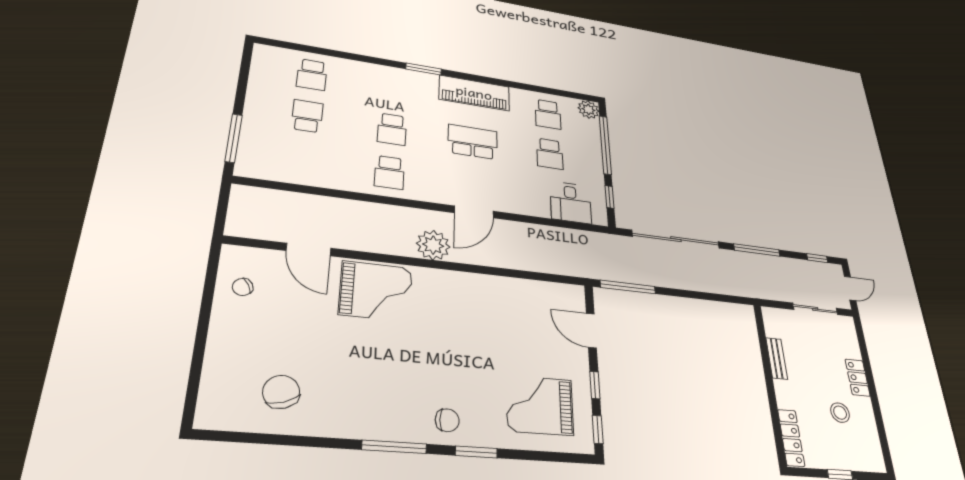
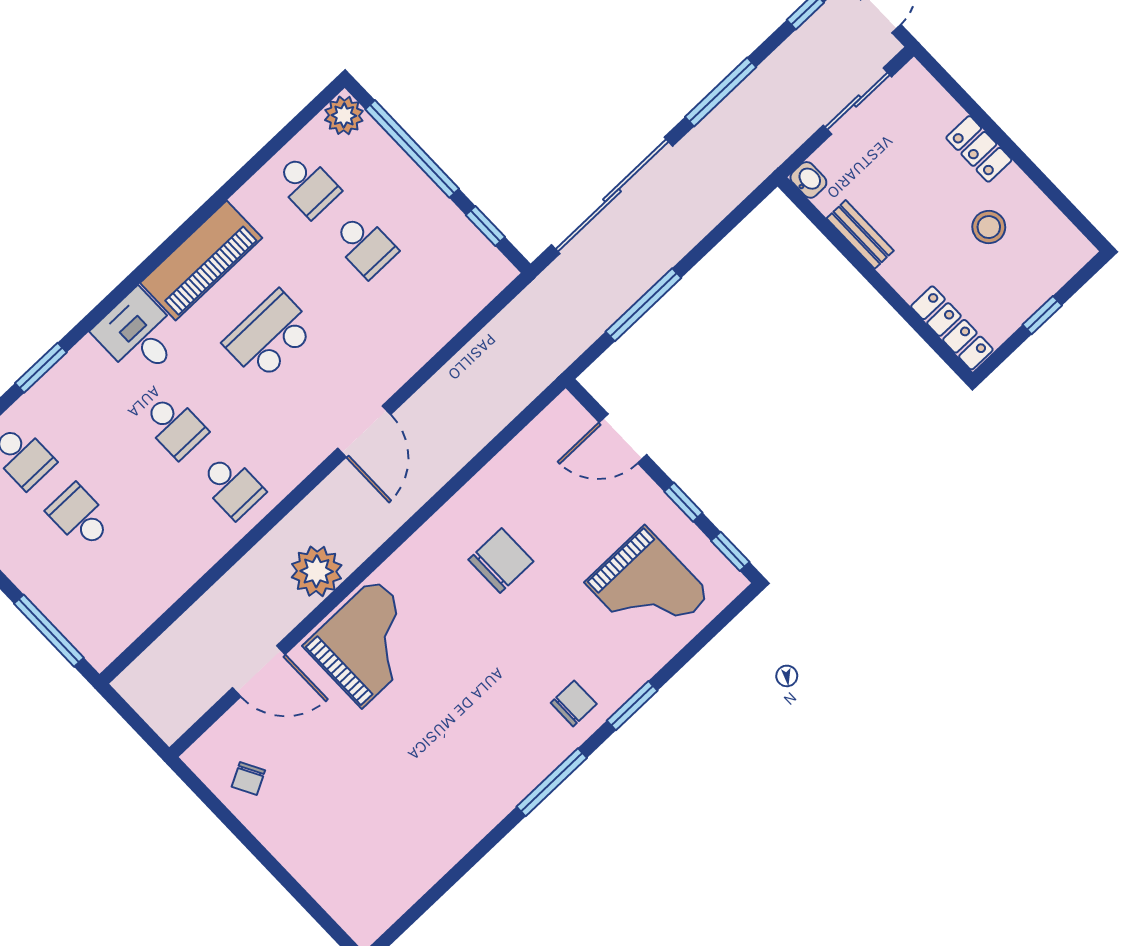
window: (424, 69) -> (41, 368), moved
desk: (571, 202) -> (139, 335), moved, turned 180
plant: (433, 245) -> (317, 571), moved
window: (628, 287) -> (643, 305), moved
washbasin: (770, 316) -> (808, 180), added
chair: (281, 392) -> (501, 560), moved, turned 109
grand piano: (540, 405) -> (648, 589), turned -90

